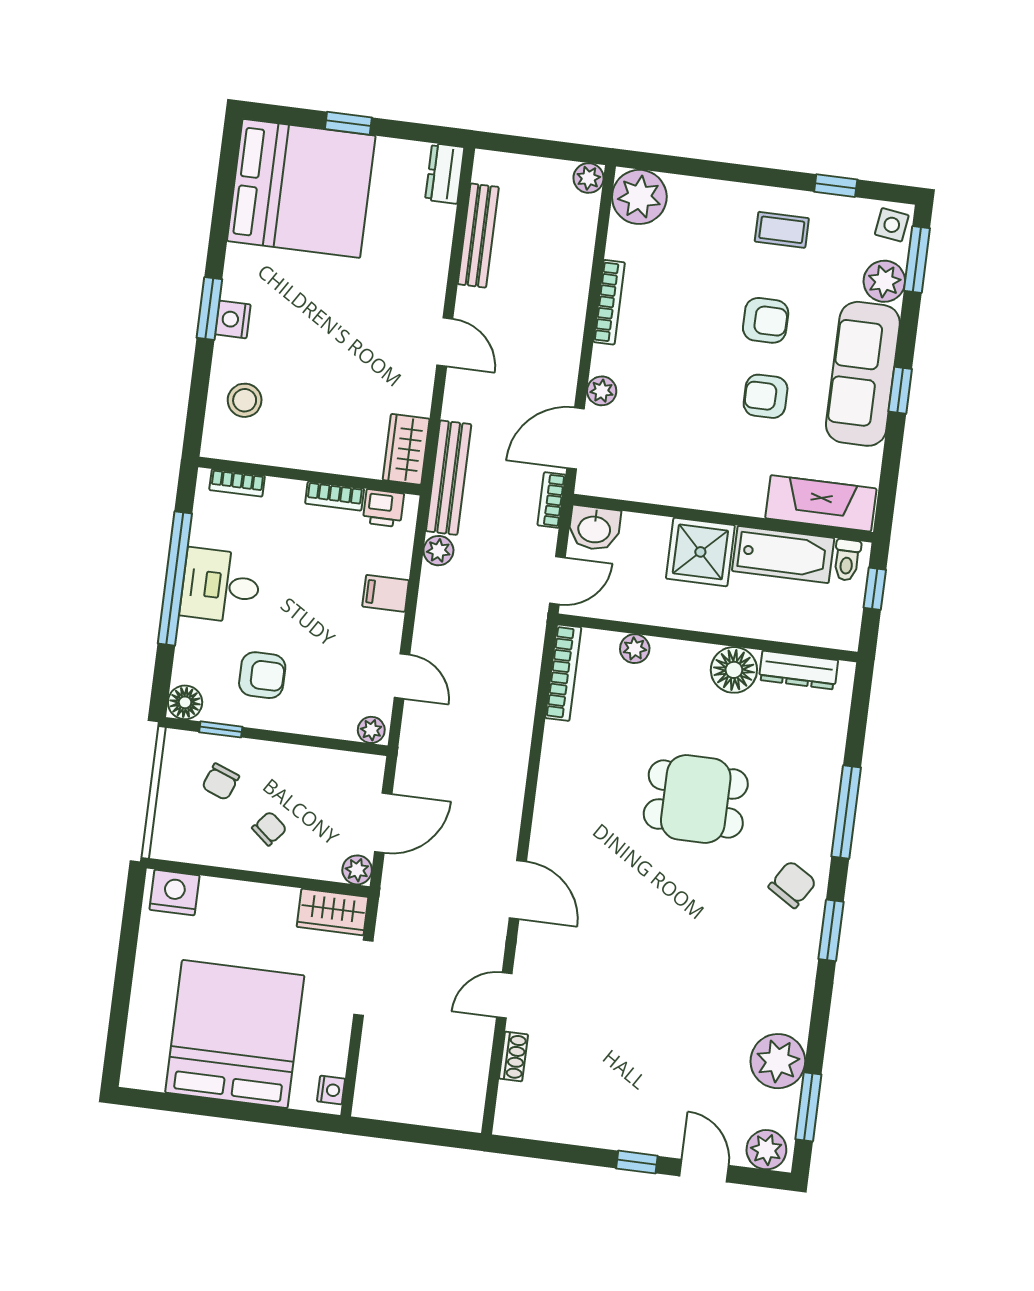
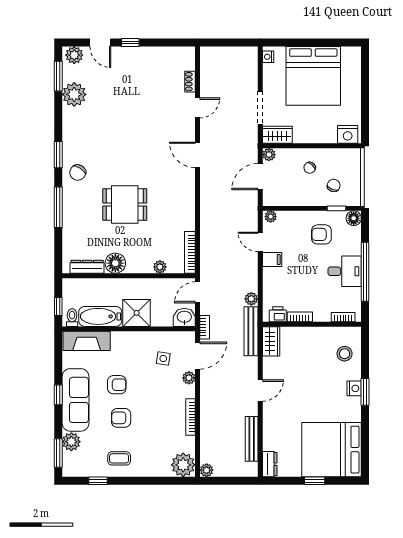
side table: (892, 225) -> (163, 358), moved
door: (445, 342) -> (260, 390), swing flipped
filing cabinet: (386, 593) -> (272, 260), moved

